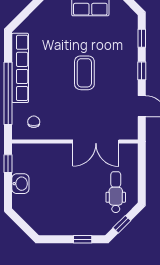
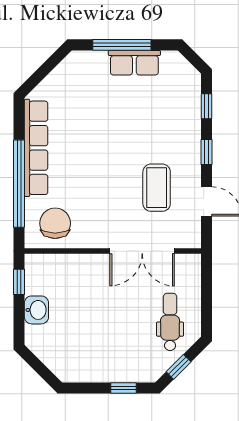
coffee table: (84, 73) -> (157, 188), moved
chair: (34, 122) -> (55, 223), width x1.87, depth x1.87

